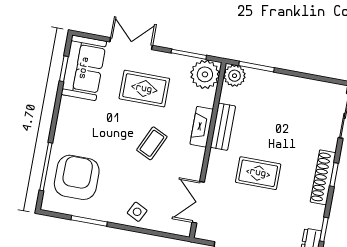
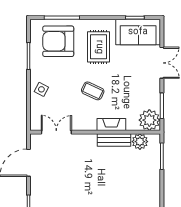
plant: (235, 76) -> (140, 142), moved
rug: (144, 89) -> (99, 47), moved
rug: (258, 173) -> (85, 171), removed
armchair: (77, 177) -> (58, 41), turned 180

